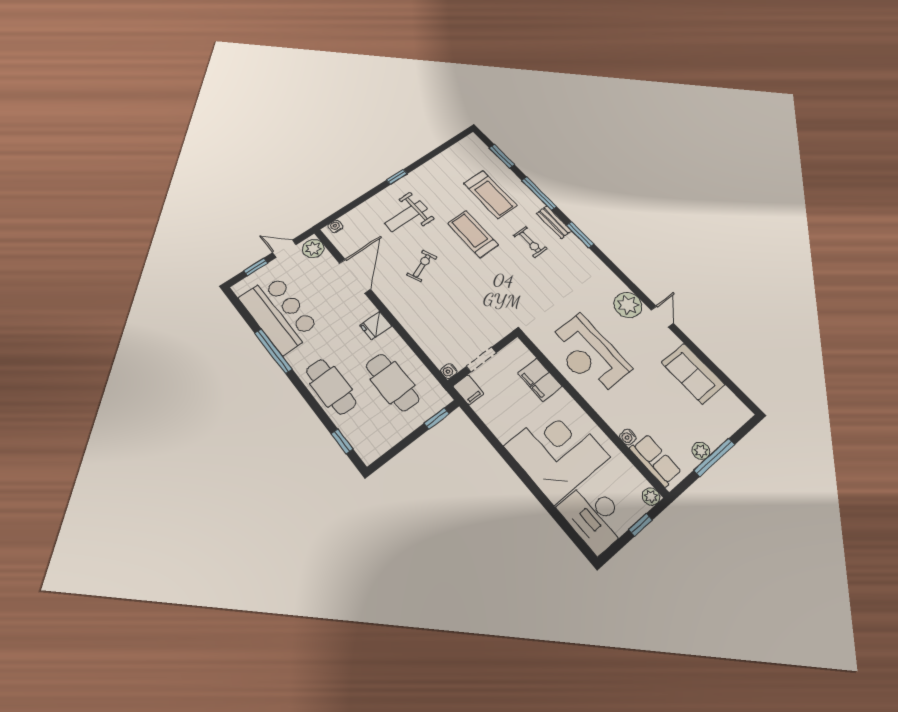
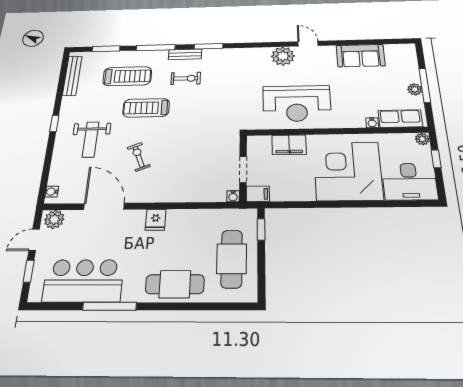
bench: (453, 153) -> (72, 76), added
cafe table: (392, 382) -> (232, 259), moved, turned 90
window: (342, 441) -> (224, 306), removed

